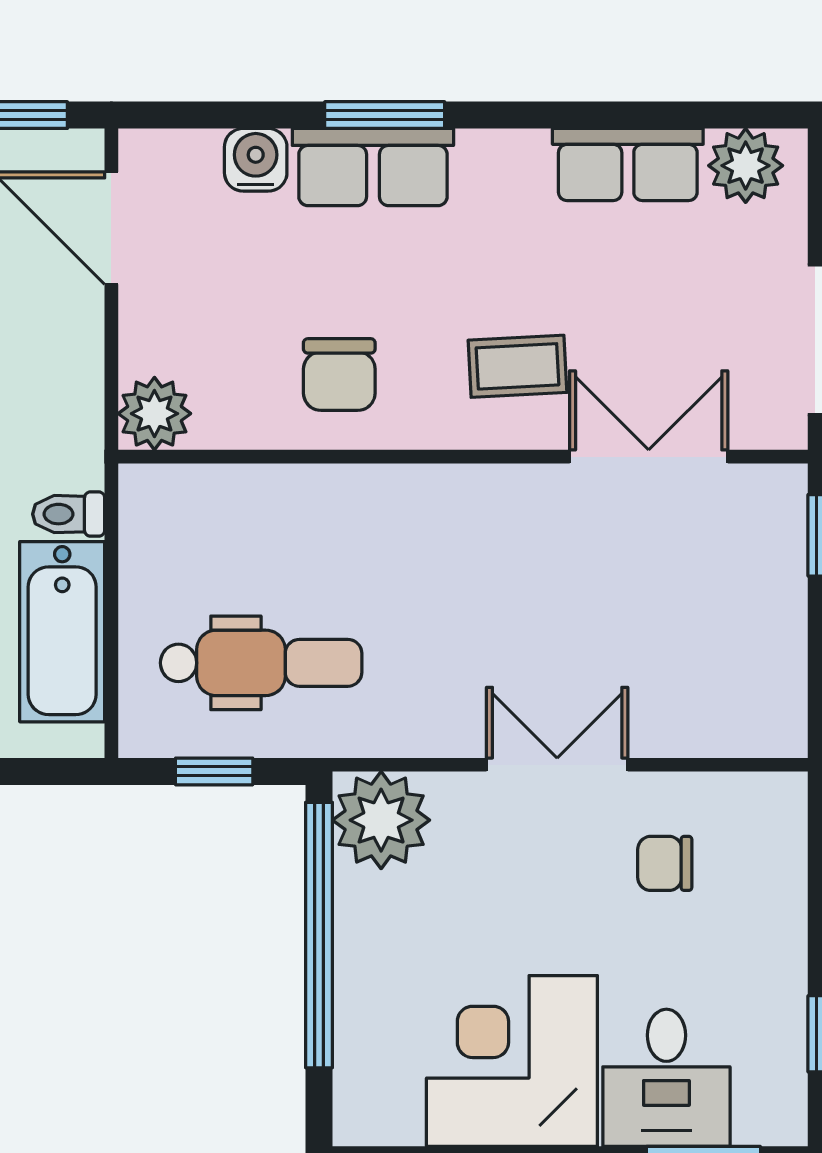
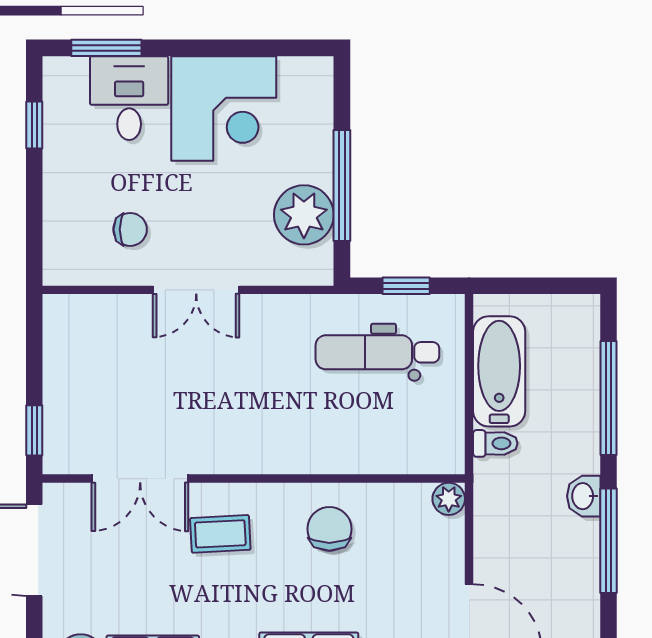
plant: (154, 414) -> (449, 499), width x0.73, depth x0.73
plant: (381, 820) -> (304, 215), moved
window: (319, 935) -> (342, 186), width x0.68

